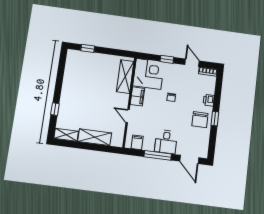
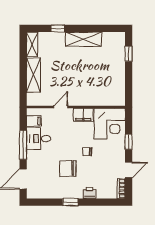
shelving: (125, 77) -> (84, 39), moved
chair: (200, 120) -> (68, 168), moved
desk: (166, 142) -> (39, 139), moved

